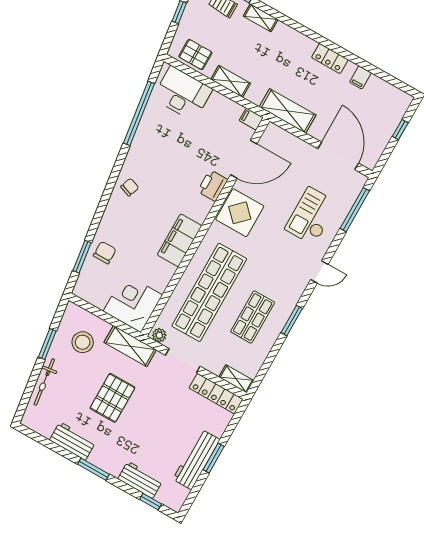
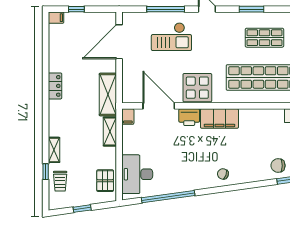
filing cabinet: (360, 77) -> (56, 18), moved
shelving: (231, 81) -> (110, 132), moved
window: (355, 210) -> (166, 9), moved
filing cabinet: (180, 240) -> (219, 119), moved

